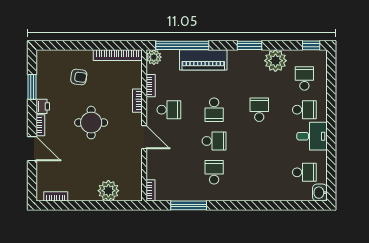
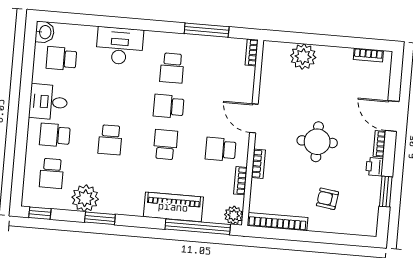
window: (250, 45) -> (100, 218), moved
desk: (258, 187) -> (120, 46), added

